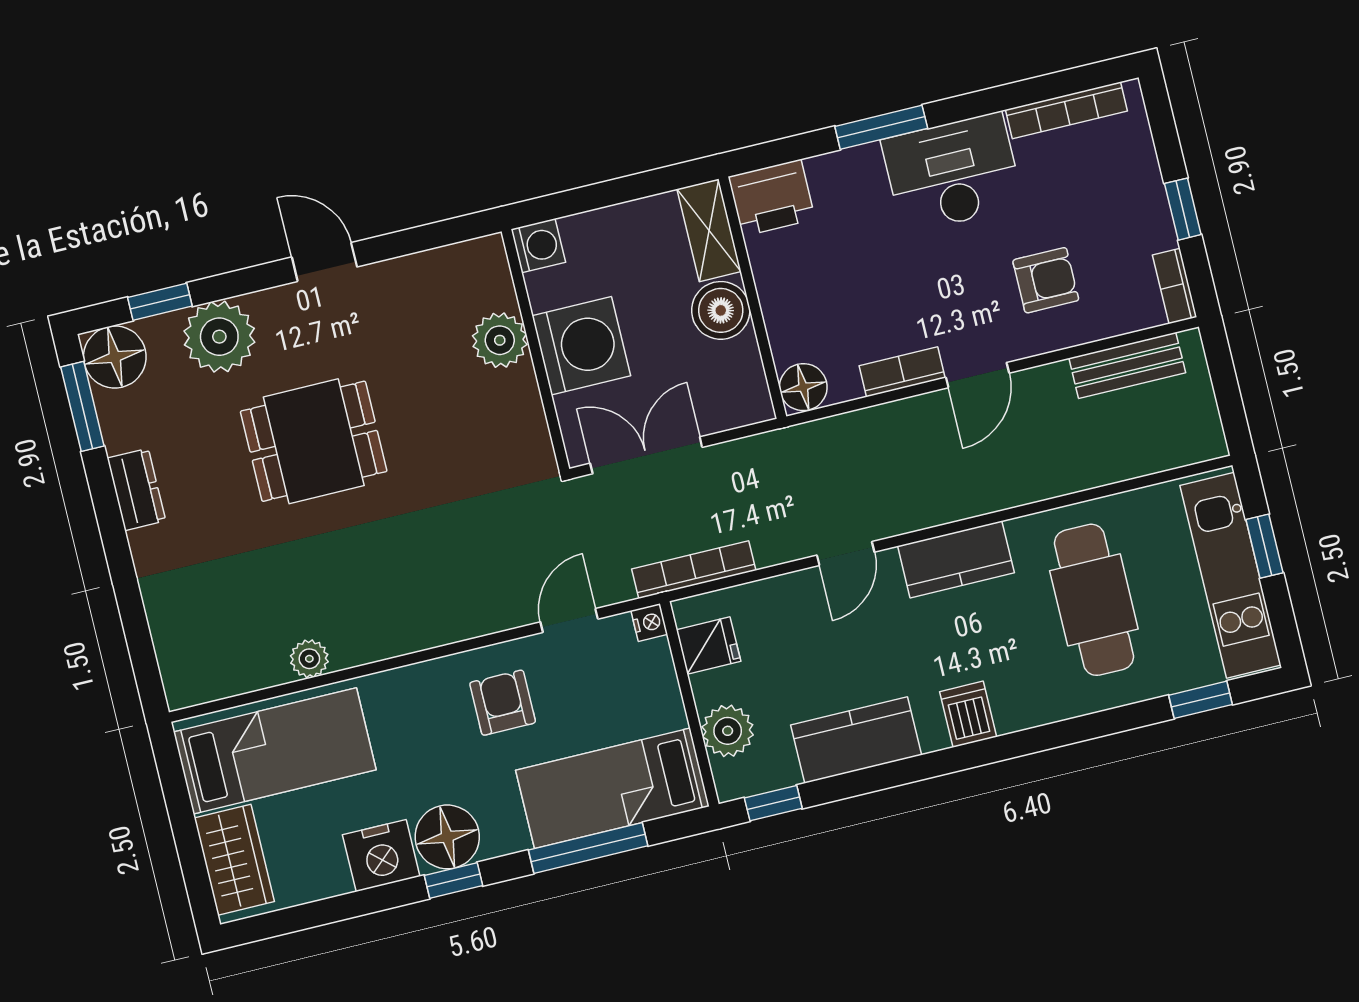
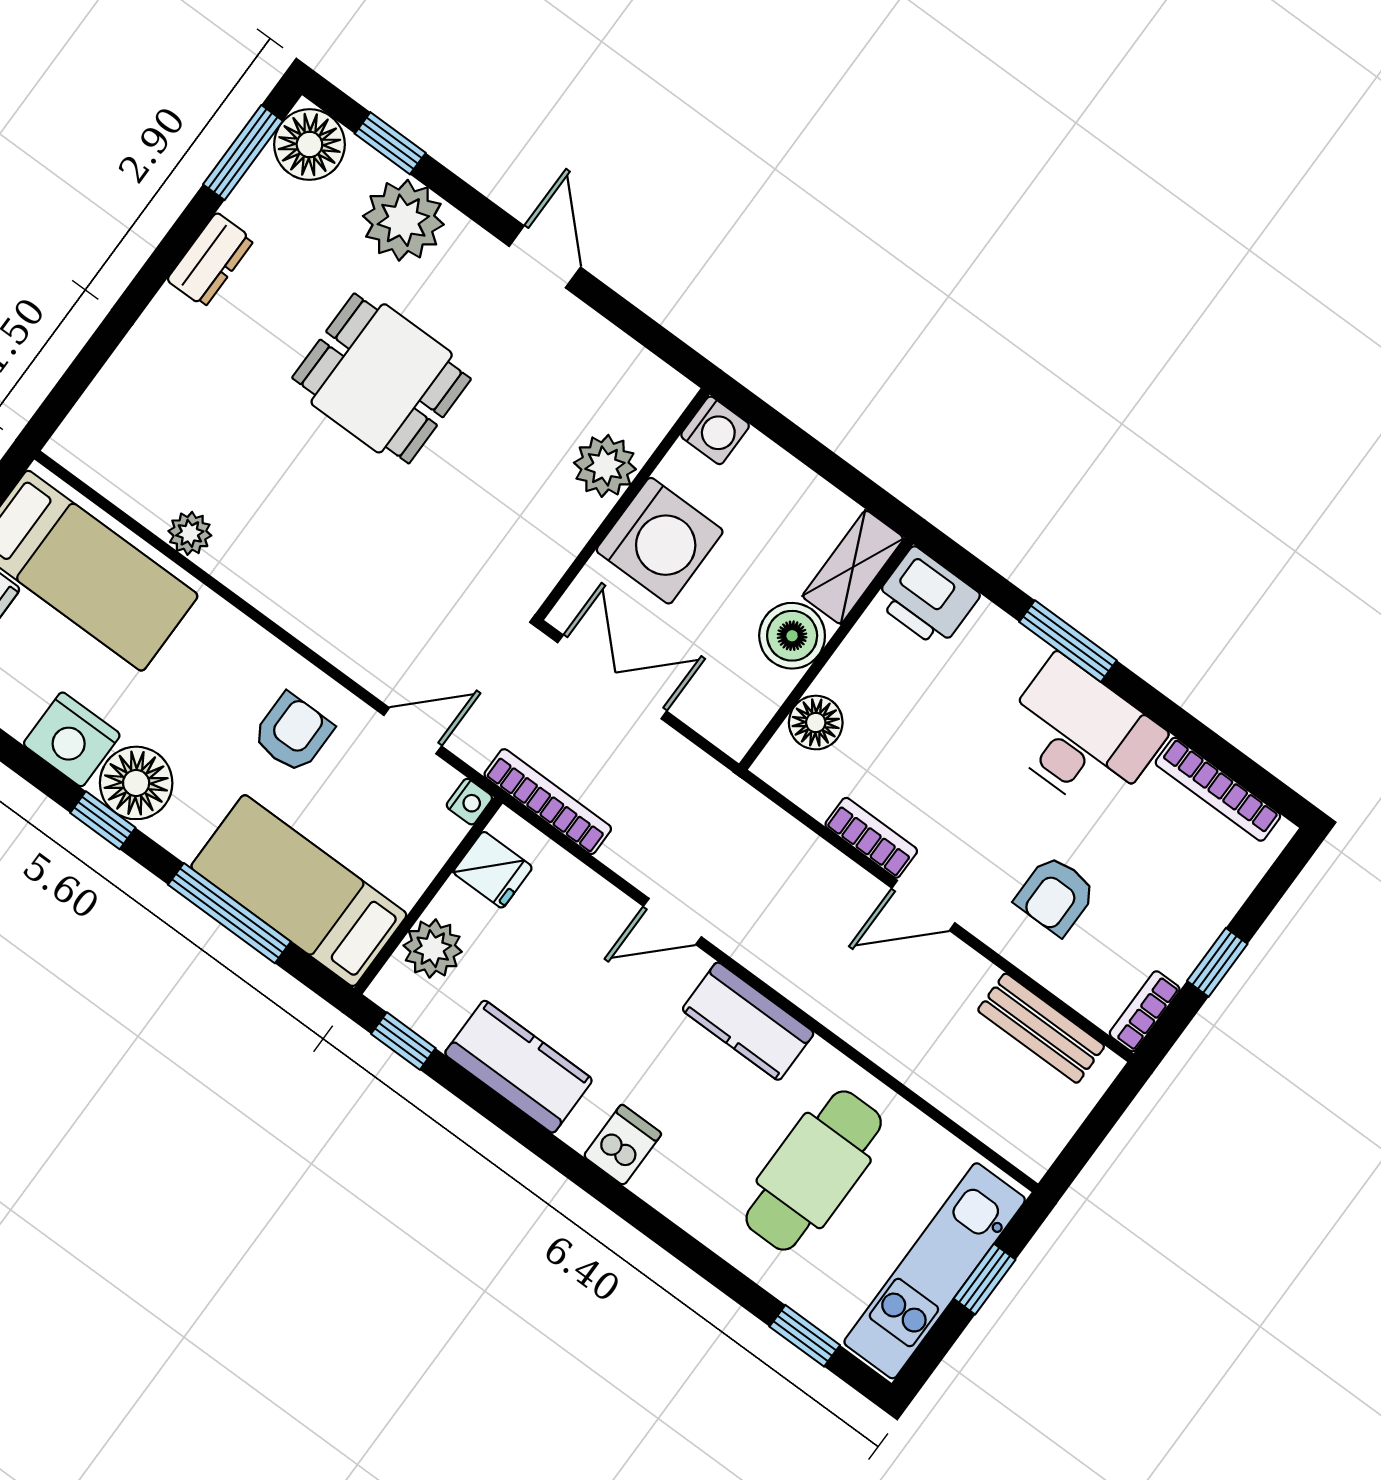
armchair: (1046, 280) -> (1056, 895), turned 90
floor lamp: (803, 387) -> (816, 723), moved

